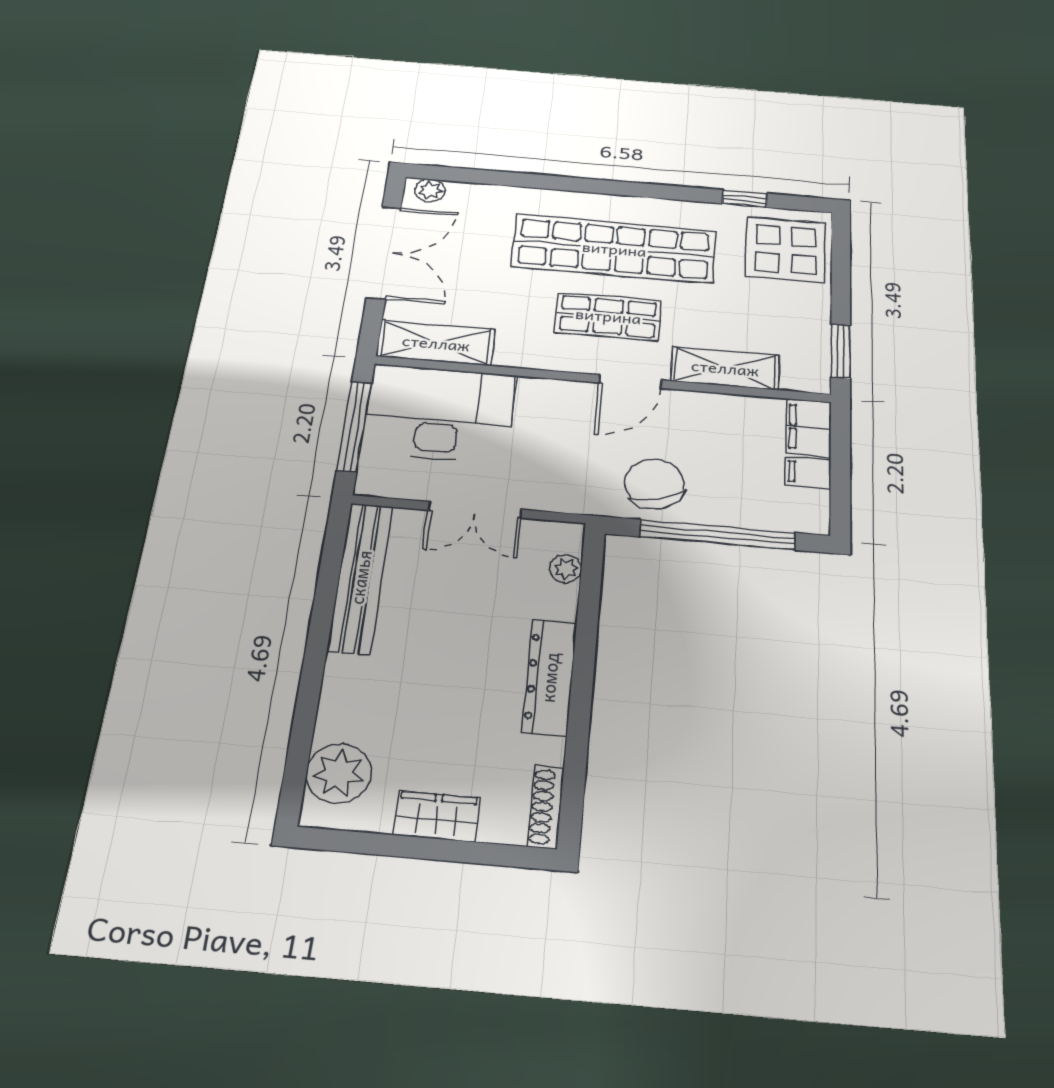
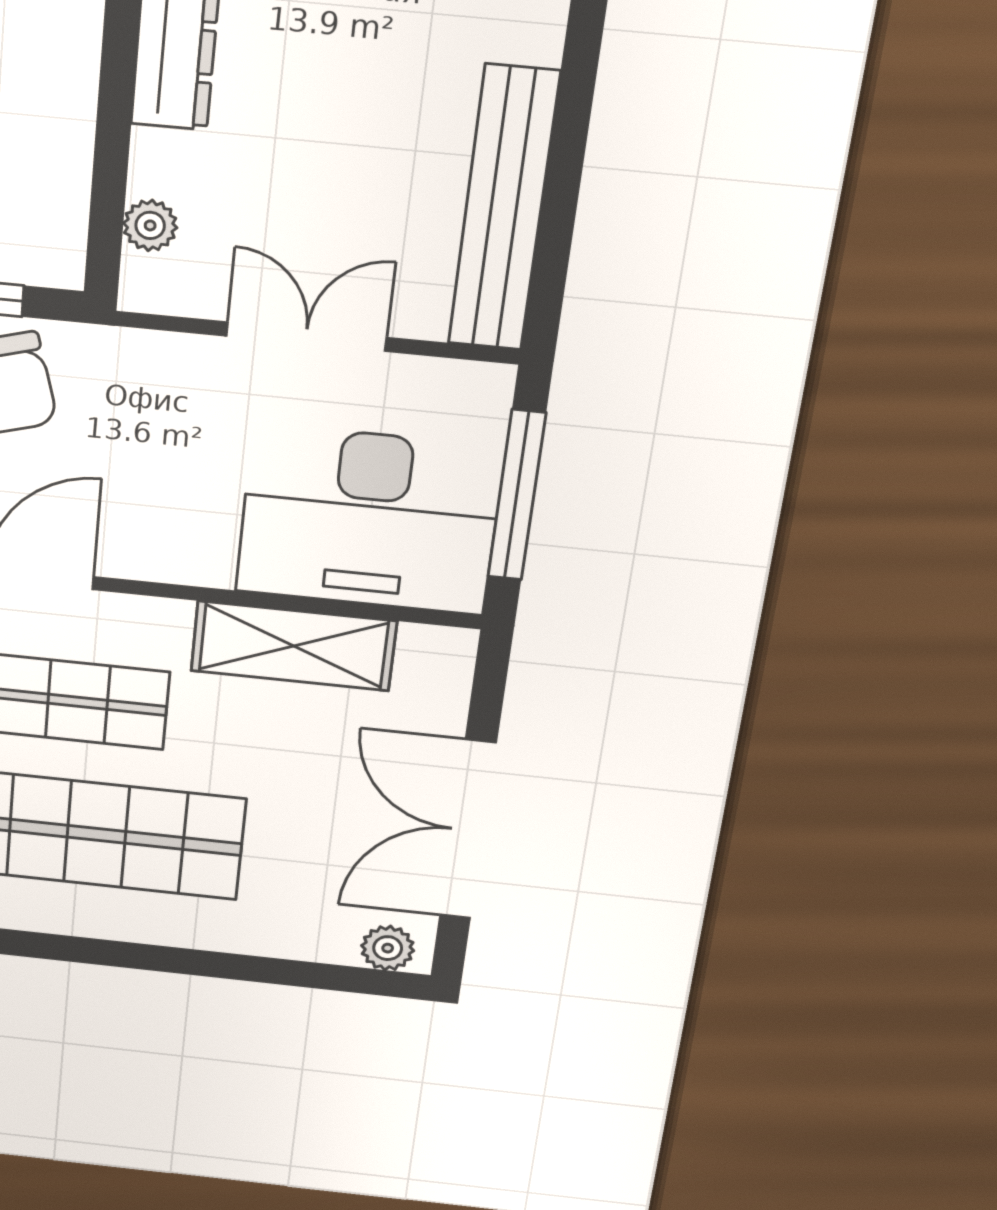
shelving: (436, 343) -> (293, 646), moved

